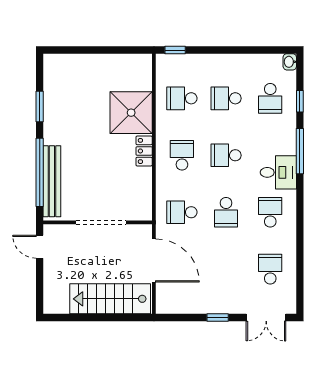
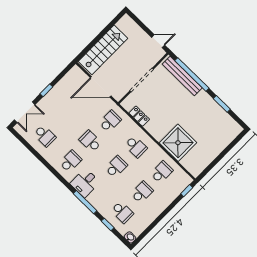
school desk: (270, 98) -> (122, 212), turned 180
locker: (144, 151) -> (139, 116), moved
school desk: (270, 212) -> (71, 161), turned -90
double door: (266, 317) -> (25, 112), swing flipped

